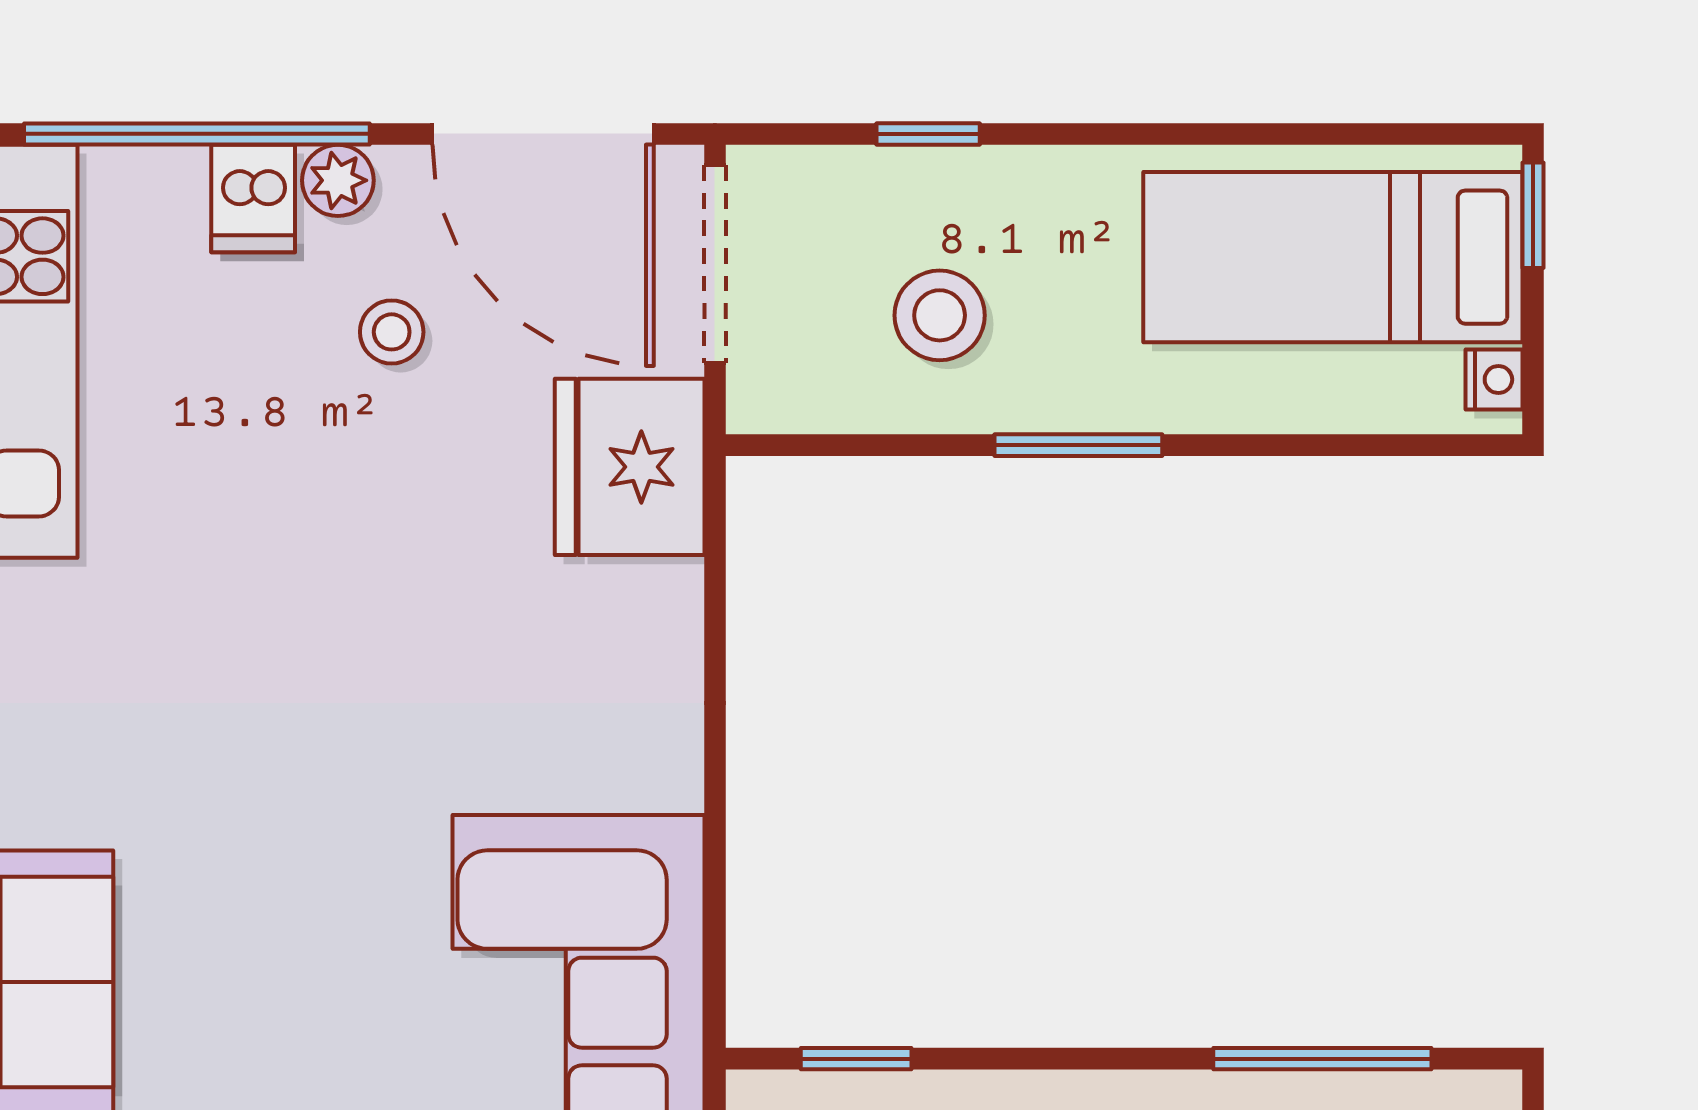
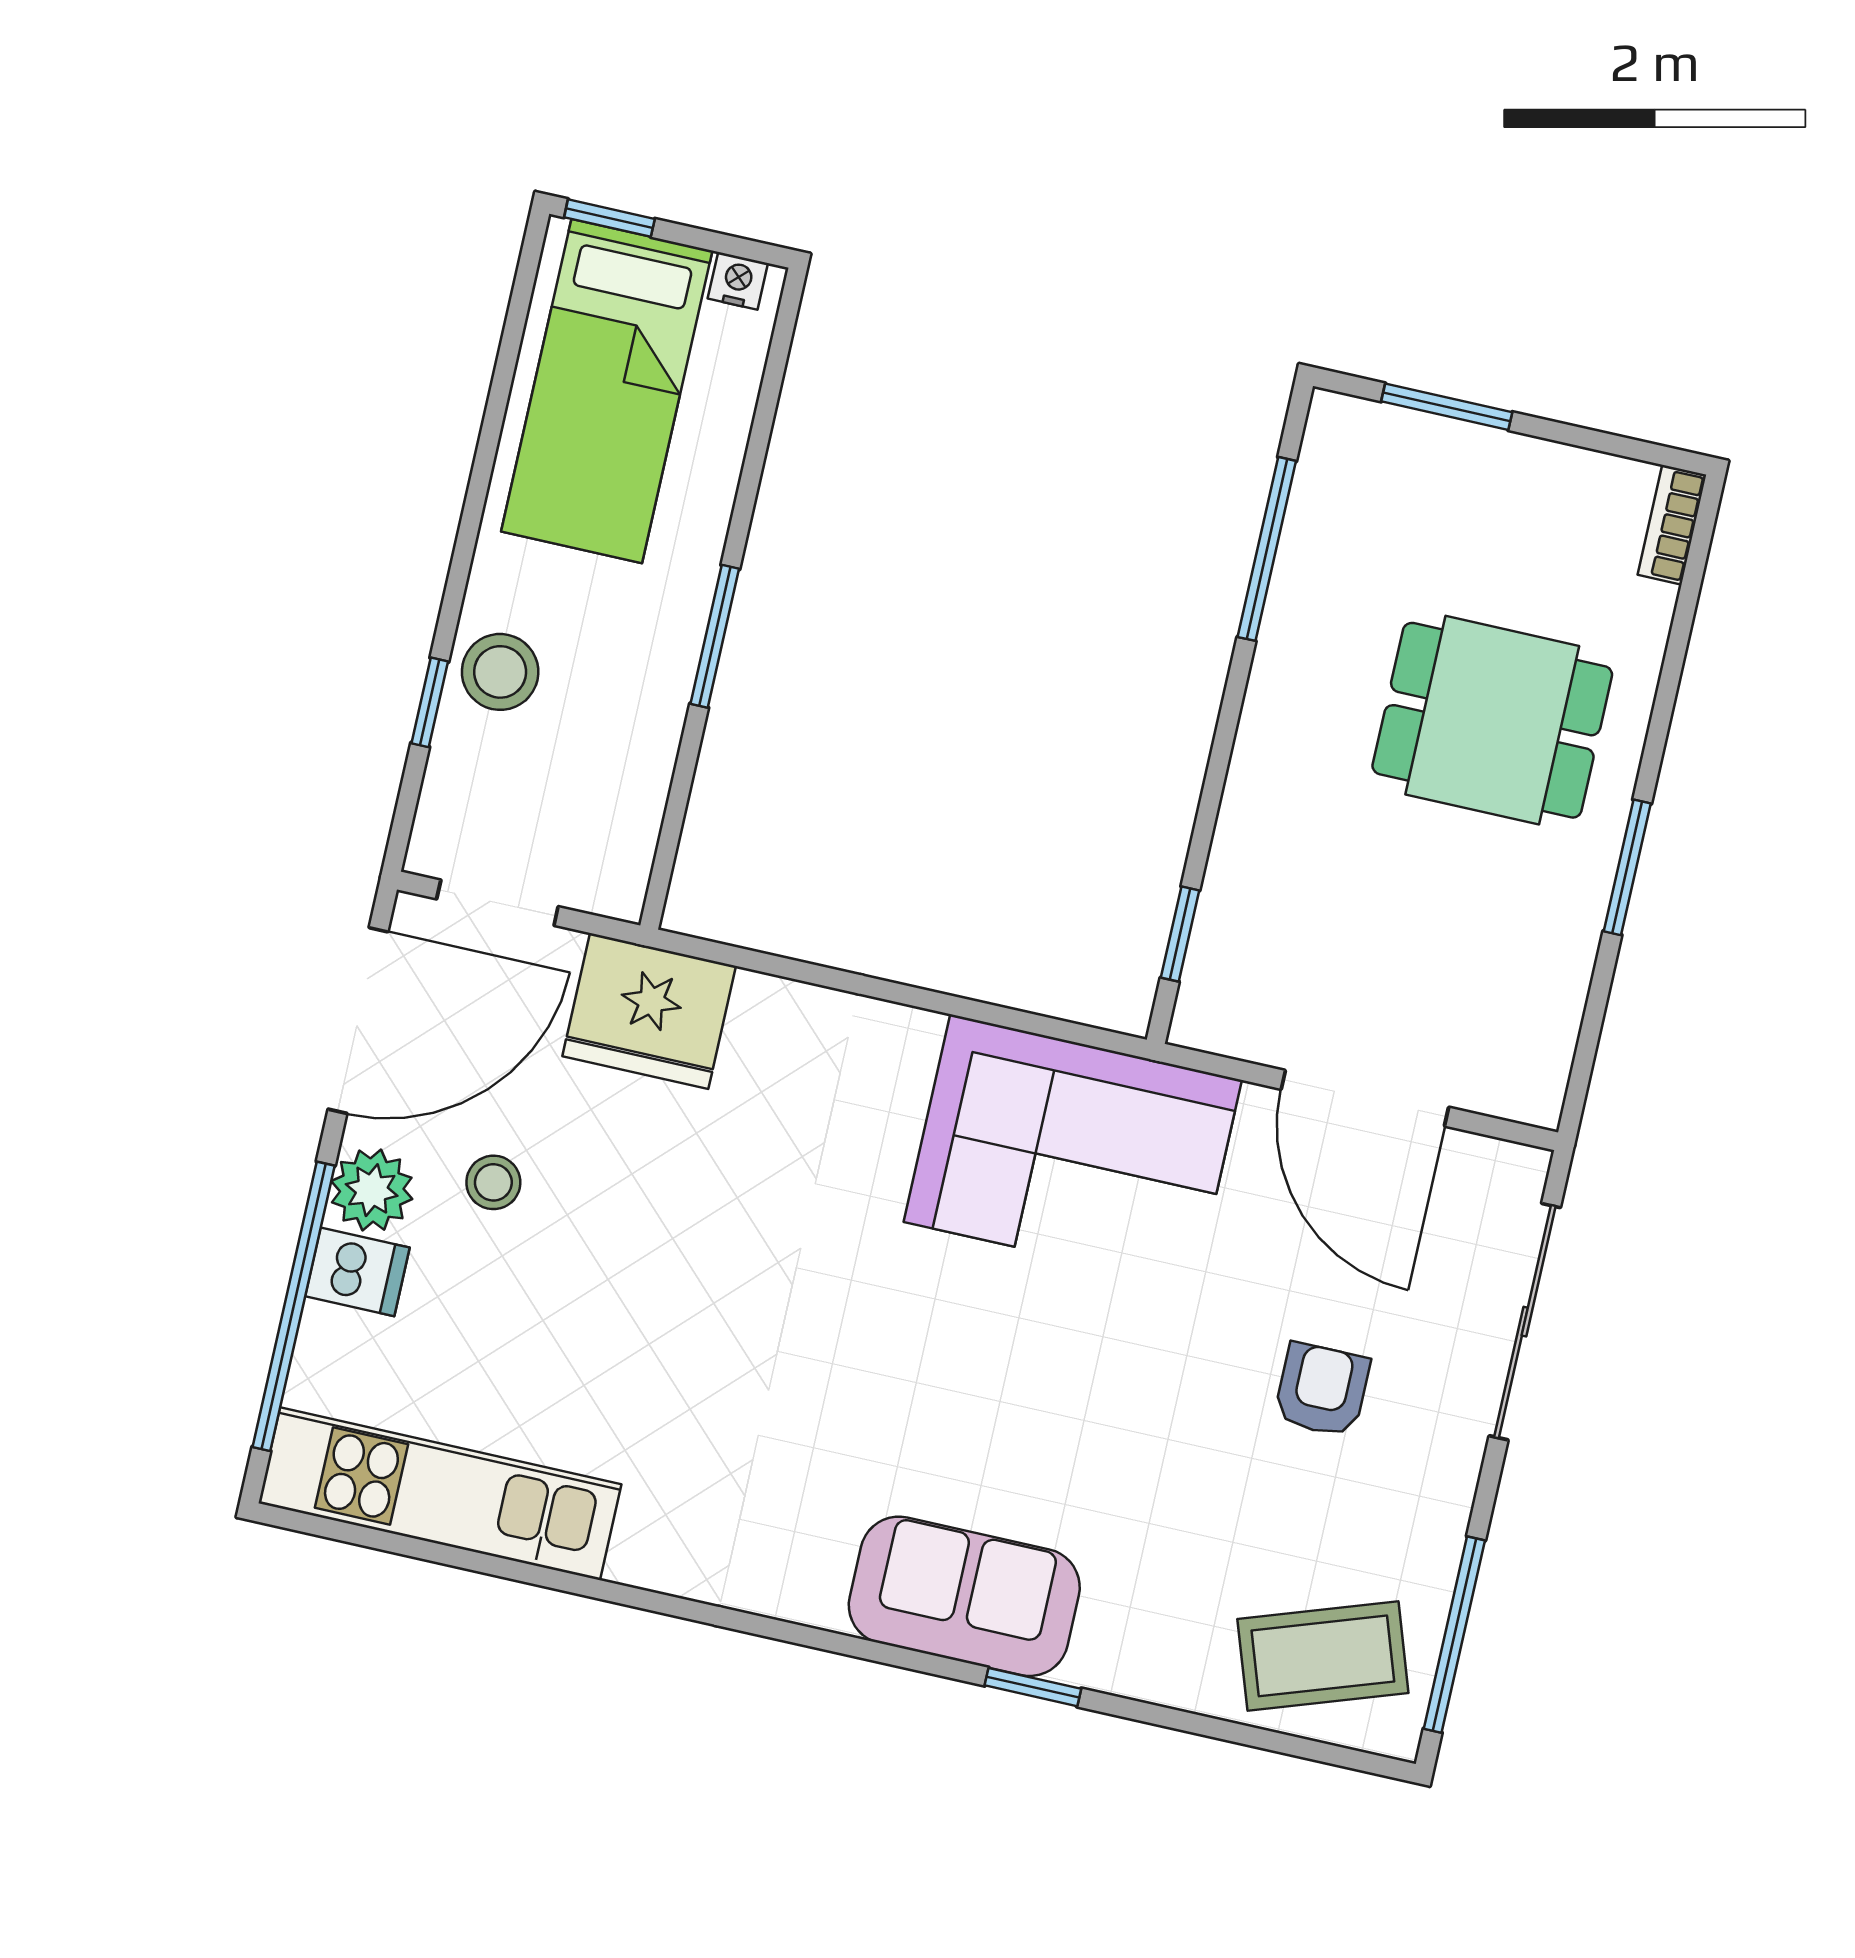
plant: (338, 180) -> (372, 1190), width x1.38, depth x1.38
doorway: (715, 264) -> (497, 903), width x0.73
stool: (940, 315) -> (500, 672), moved

